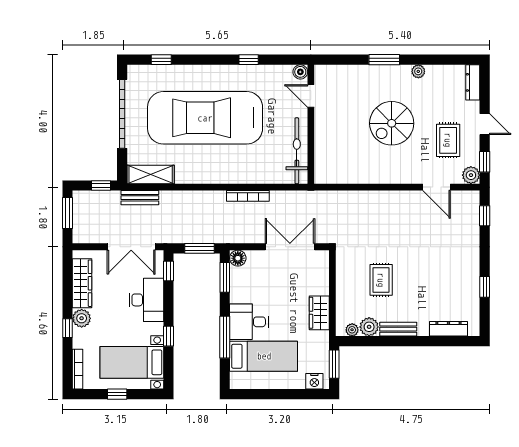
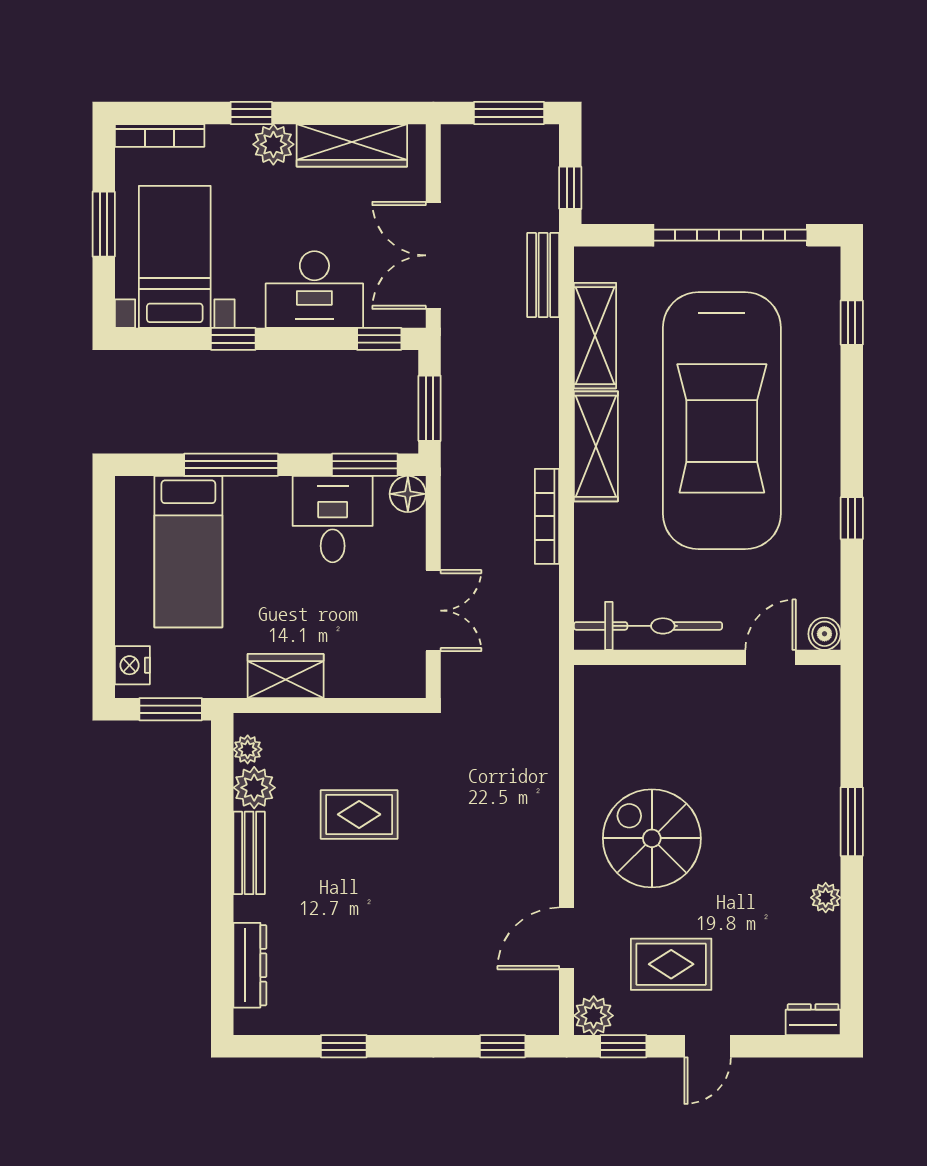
dresser: (473, 82) -> (813, 1020), width x0.70
car: (205, 118) -> (722, 421), turned 180
spiral stairs: (392, 123) -> (652, 838), moved
shelving: (151, 174) -> (595, 336), moved
shelving: (217, 174) -> (596, 446), added
double door: (290, 247) -> (433, 611), width x0.73
desk: (249, 322) -> (333, 519), moved
window: (117, 394) -> (104, 224), width x1.50

